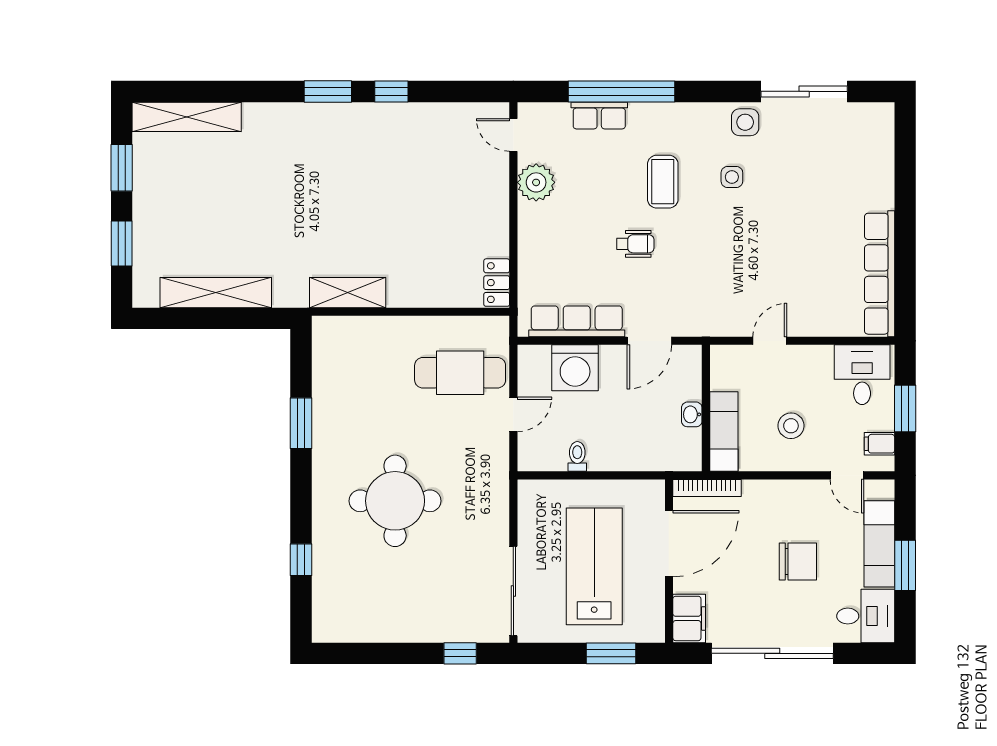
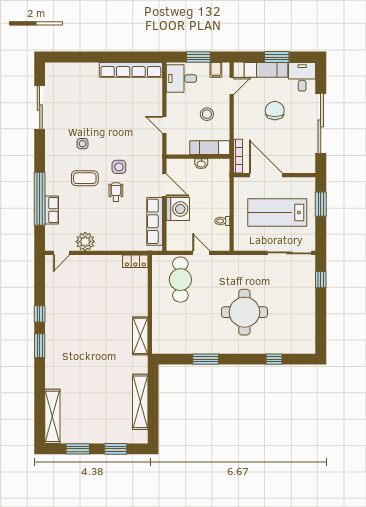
side table: (745, 122) -> (119, 167), moved
washing machine: (575, 368) -> (178, 209), moved
filing cabinet: (689, 618) -> (303, 165), removed

